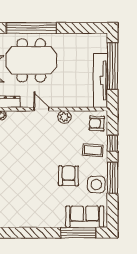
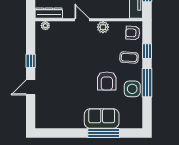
armchair: (69, 176) -> (107, 81), turned 180
sofa: (85, 217) -> (102, 118), moved
window: (78, 233) -> (104, 133), moved

